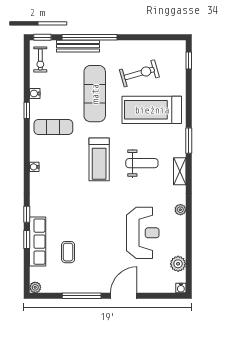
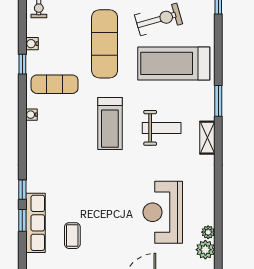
water cooler: (34, 167) -> (31, 115), moved
plant: (180, 210) -> (208, 232), moved
reception desk: (143, 233) -> (163, 212), turned 180

